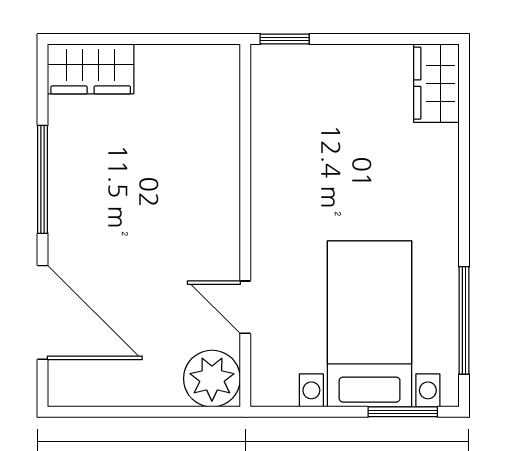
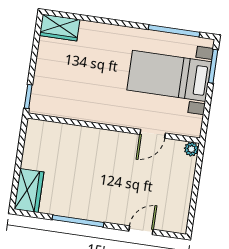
door: (43, 312) -> (141, 230), width x0.53
plant: (212, 379) -> (191, 149), width x0.53, depth x0.53

